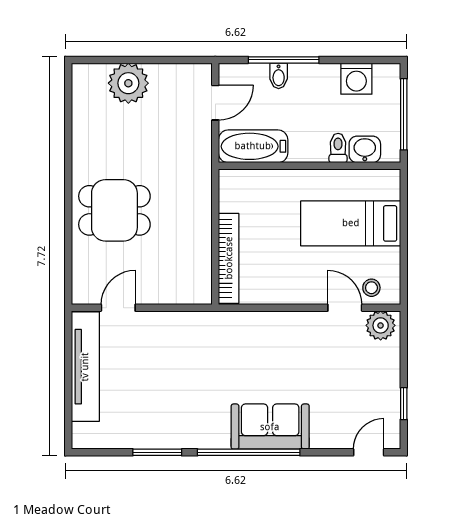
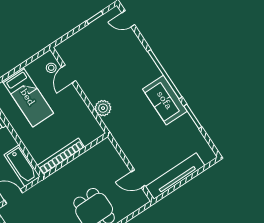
bookcase: (229, 258) -> (61, 156), moved
plant: (381, 325) -> (103, 108), moved
sofa: (270, 427) -> (165, 100), moved

